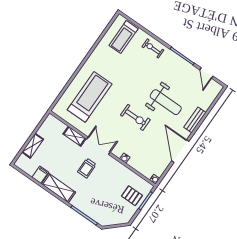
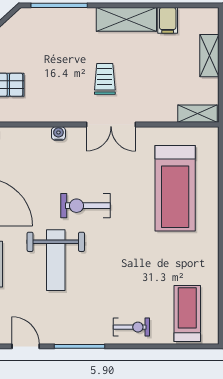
weight bench: (166, 102) -> (56, 260), turned -90
shelving: (75, 136) -> (198, 114), moved

